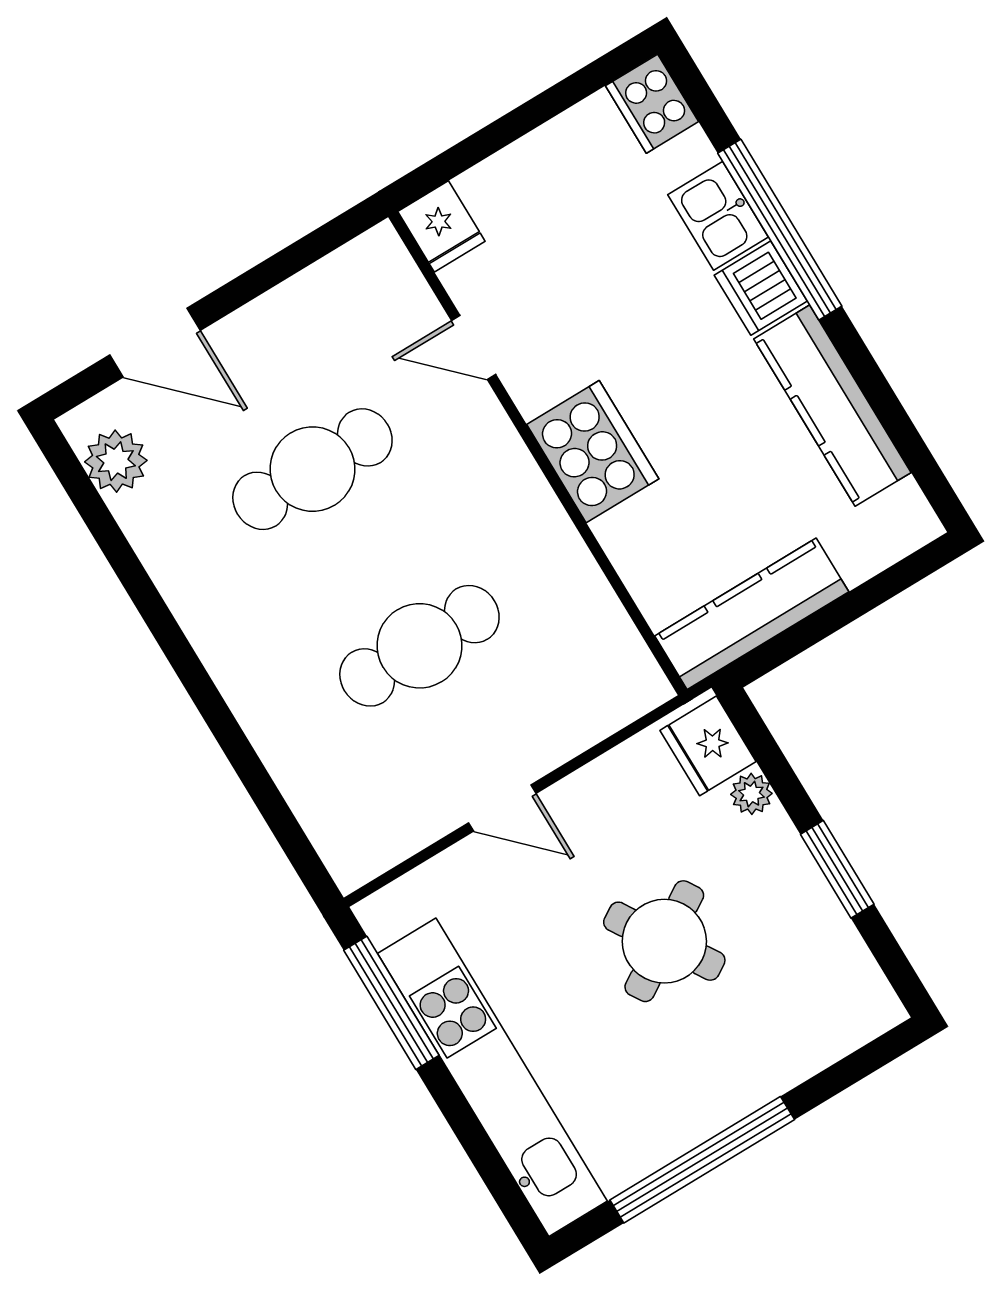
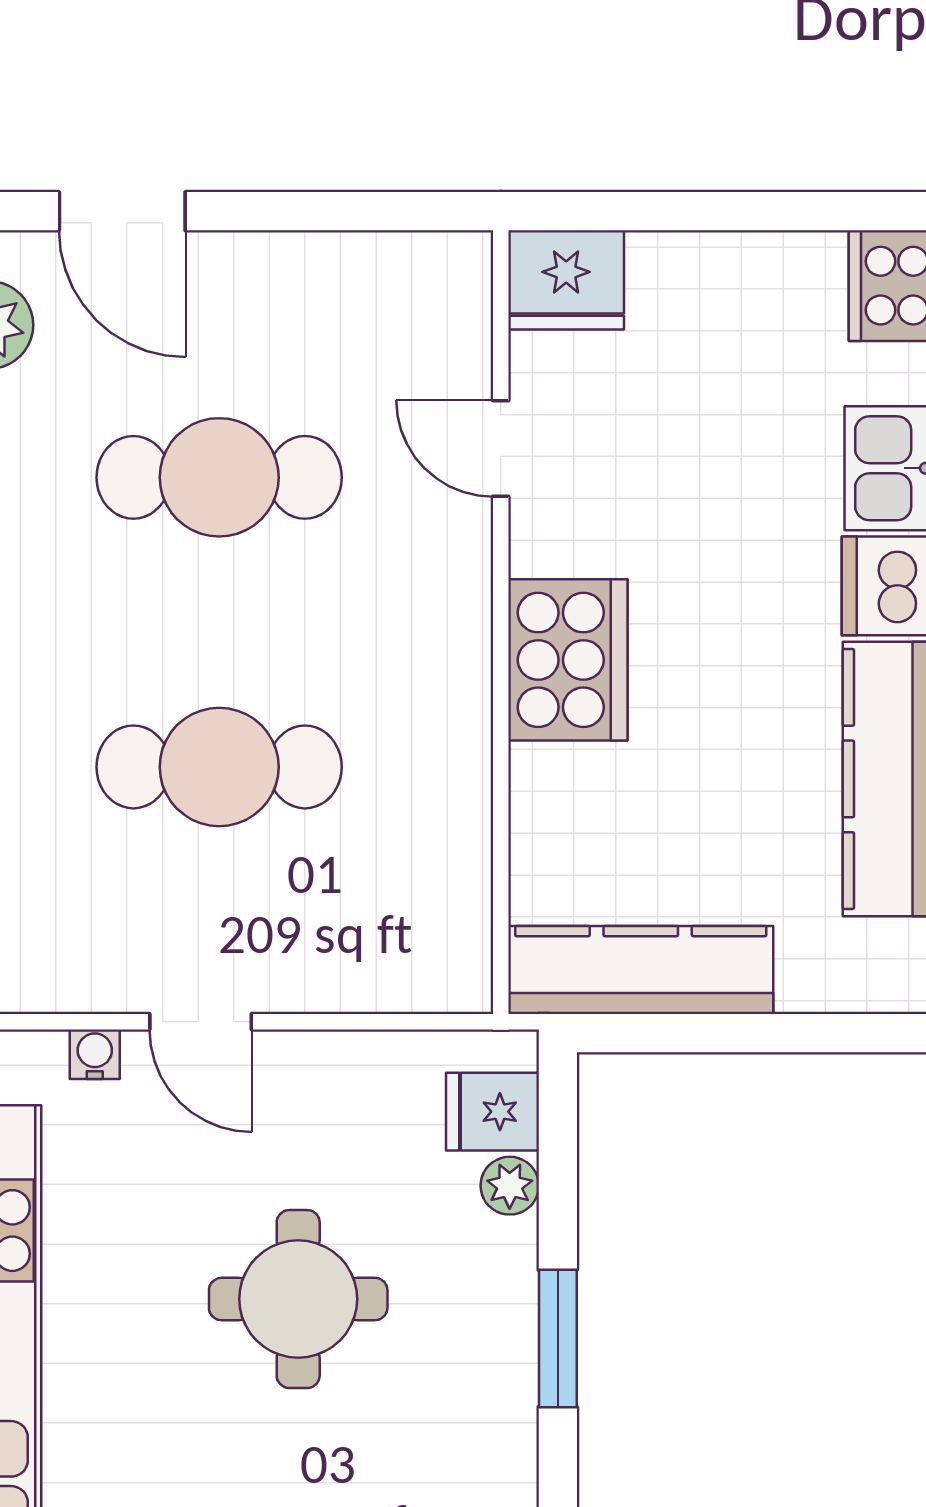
fridge: (441, 226) -> (566, 280), width x1.38
fridge: (708, 746) -> (492, 1112), width x0.72
water cooler: (450, 867) -> (95, 1054), added
round table: (664, 941) -> (298, 1299), turned 32

